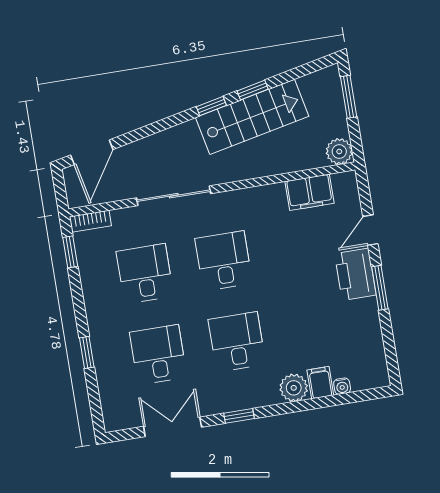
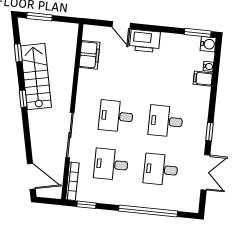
window: (253, 90) -> (18, 53), moved
plant: (339, 151) -> (70, 31), removed
bookcase: (90, 221) -> (72, 181), width x1.56
window: (380, 288) -> (198, 33), moved
window: (87, 352) -> (148, 211), width x3.17
water cooler: (377, 376) -> (208, 44), added
plant: (294, 388) -> (202, 95), removed
double door: (173, 427) -> (205, 172), swing flipped

